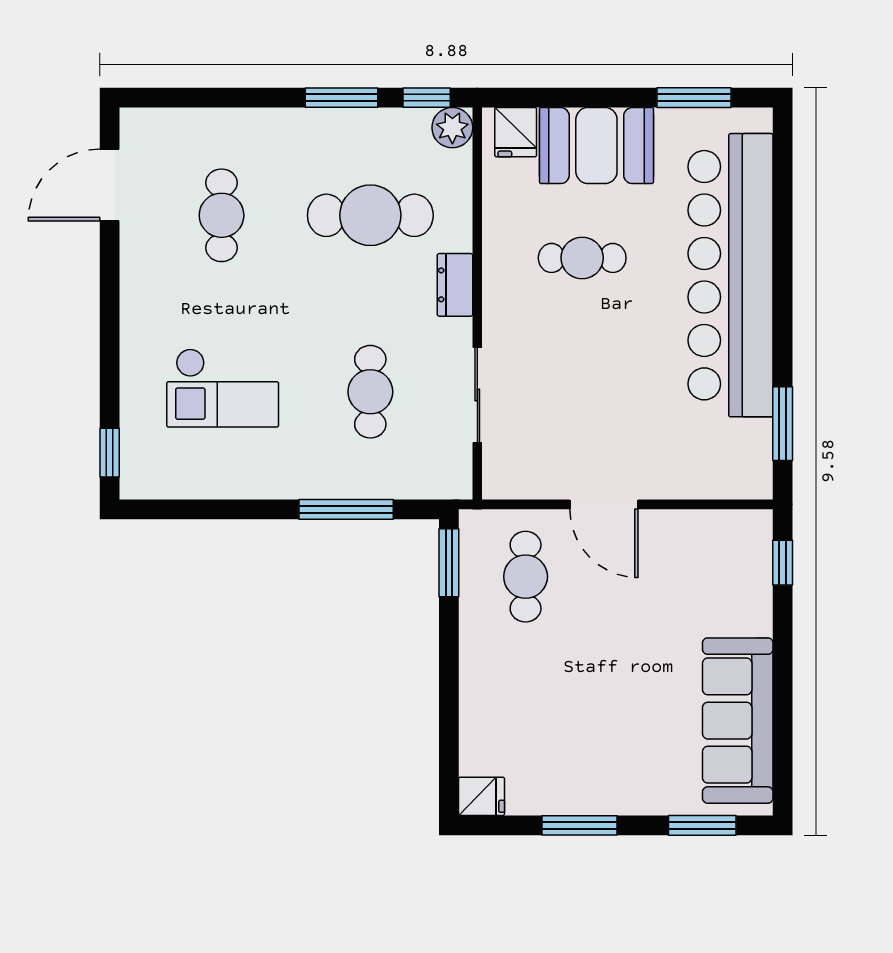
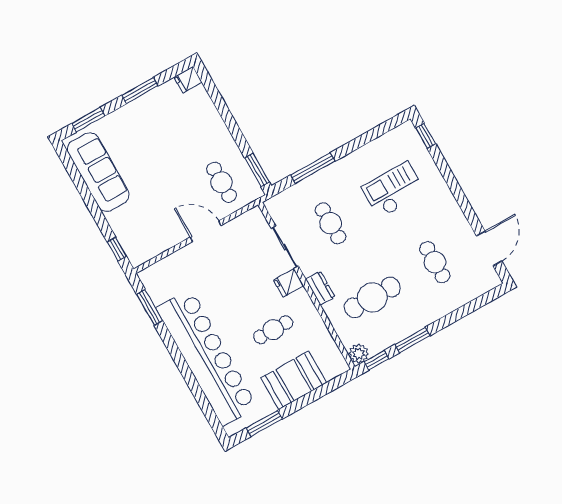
fridge: (516, 132) -> (289, 283), moved, turned -90

